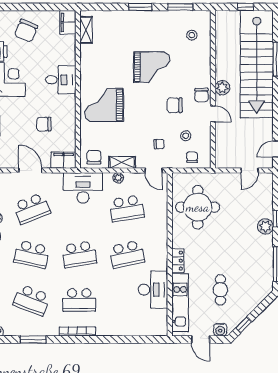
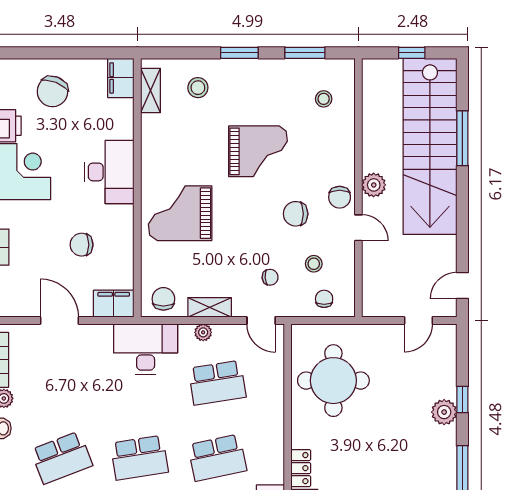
stool: (115, 28) -> (198, 88), added
desk: (61, 80) -> (109, 172), width x1.37
school desk: (32, 208) -> (62, 383), removed
school desk: (32, 254) -> (62, 458), turned -33

